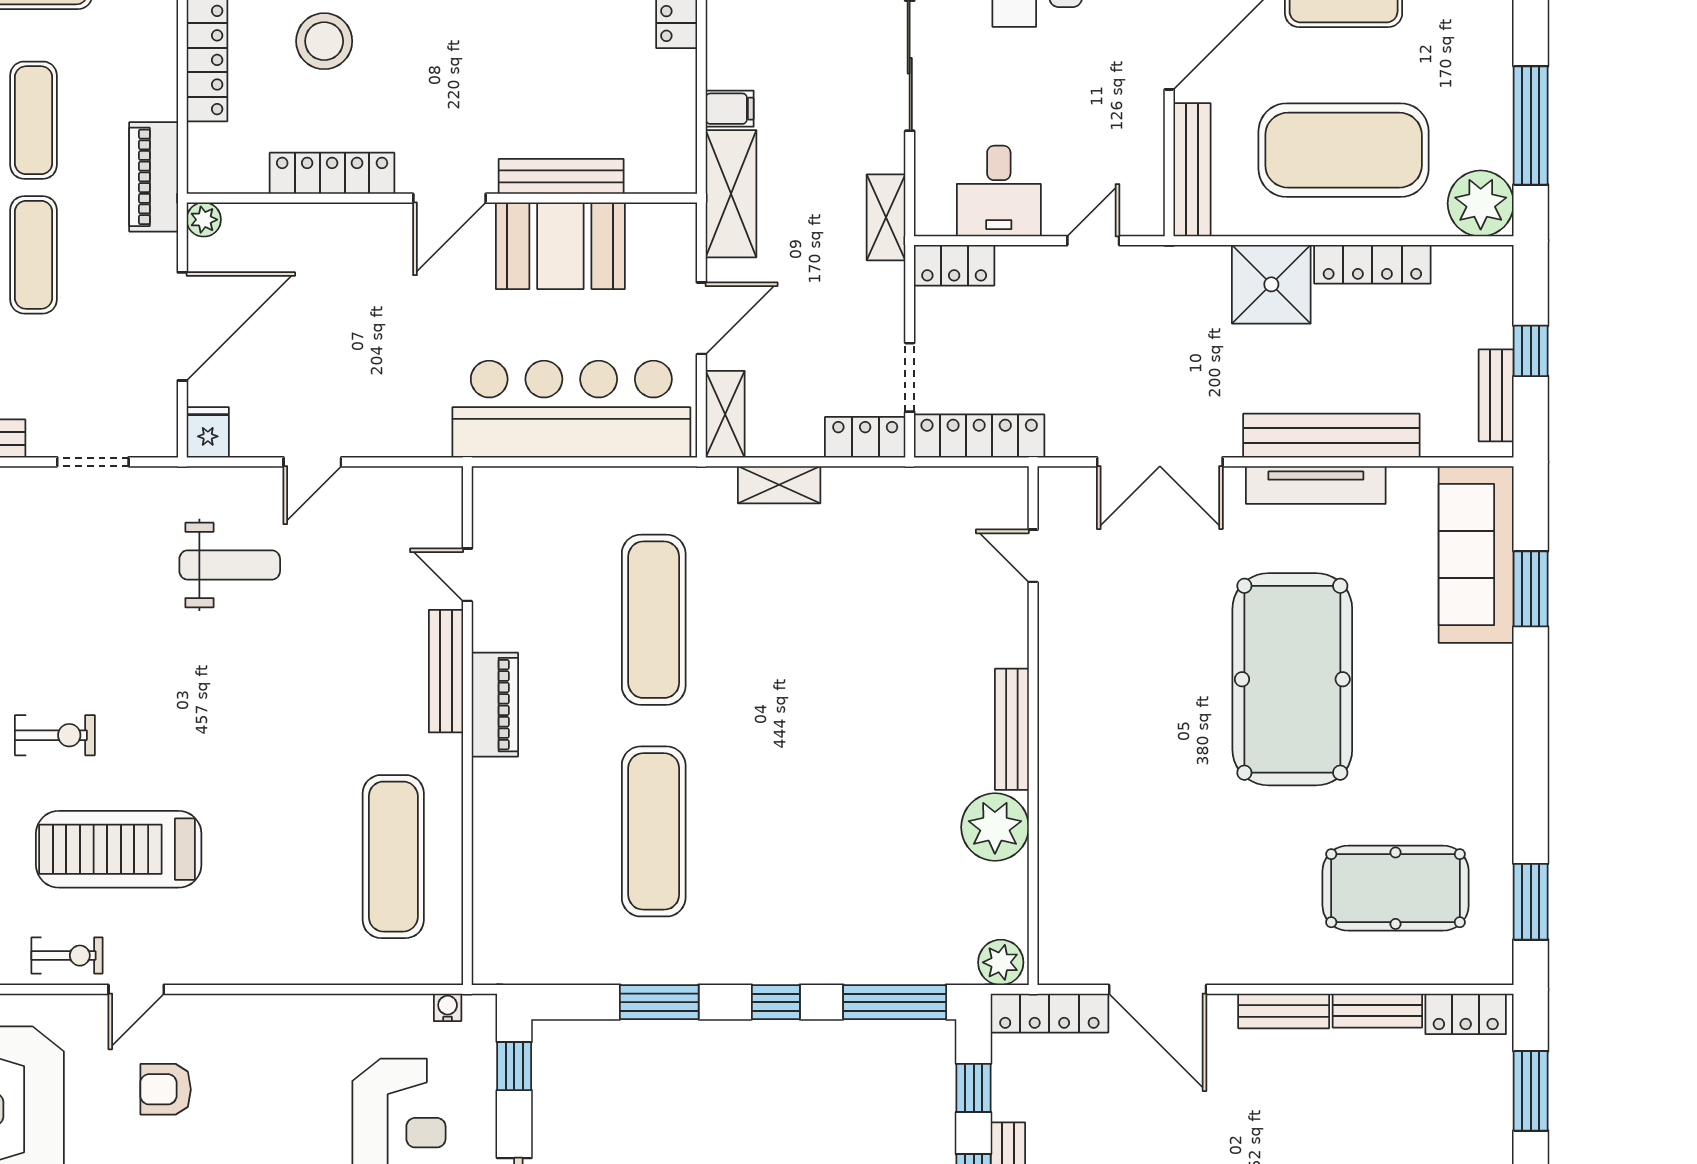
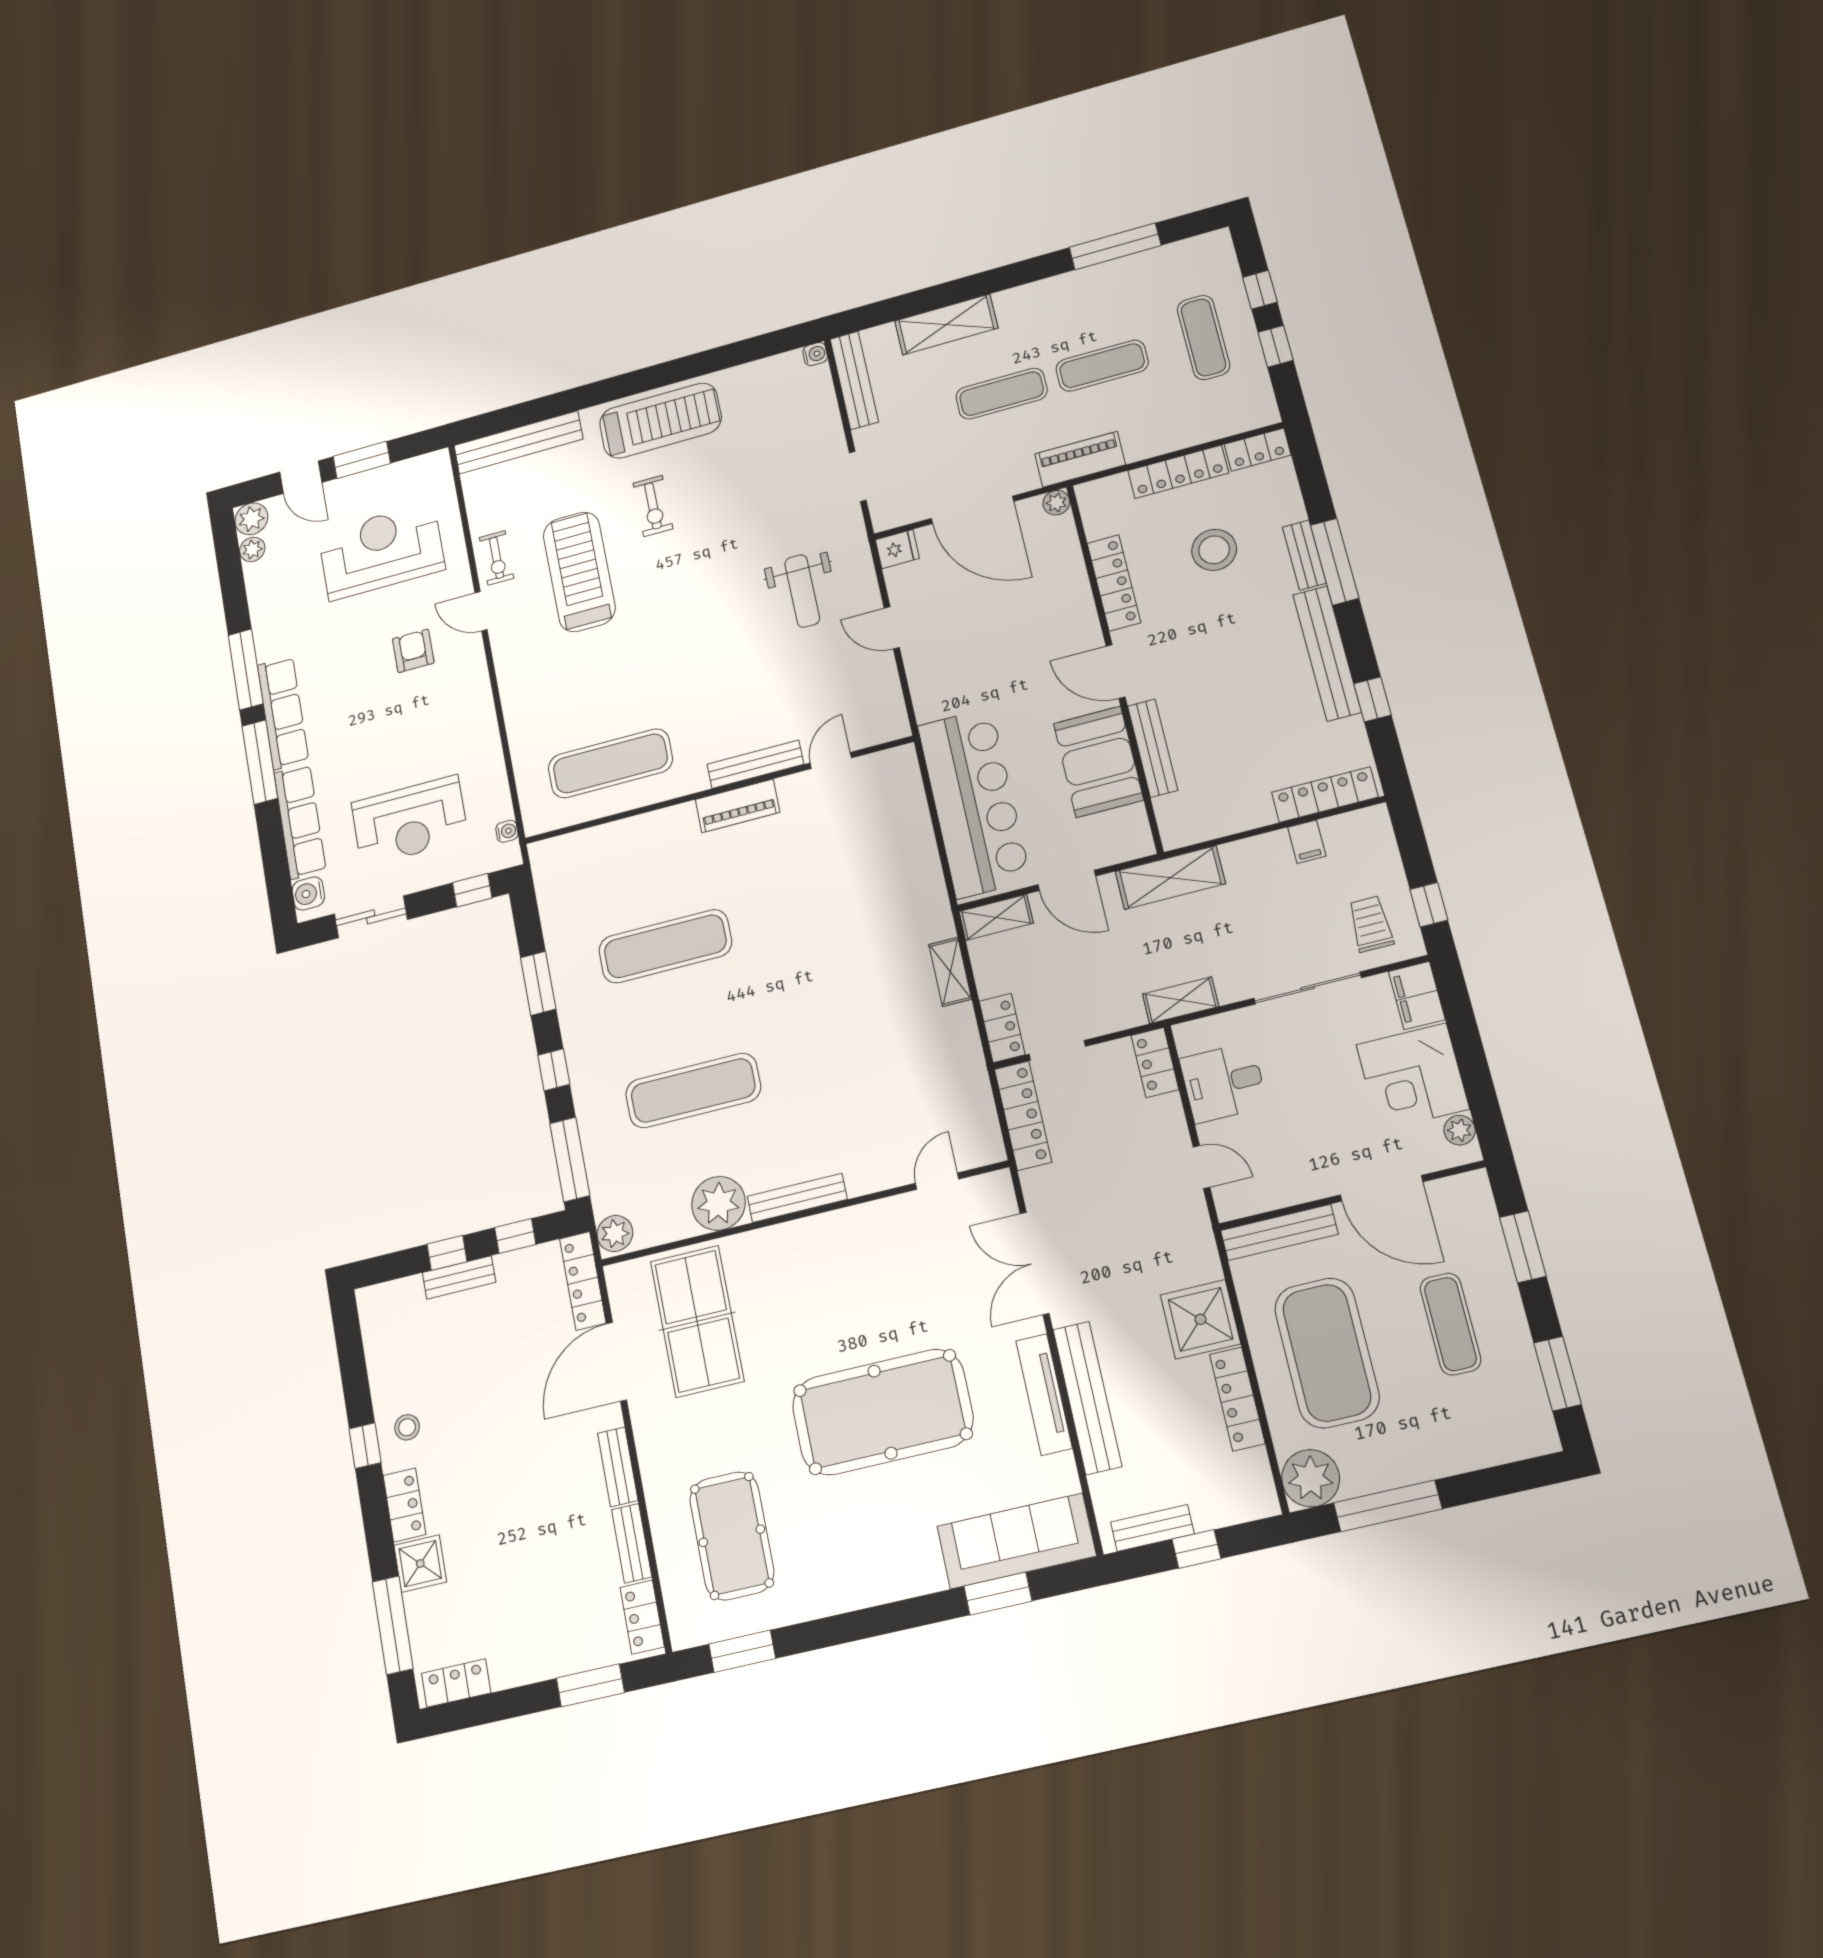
filing cabinet: (730, 109) -> (1307, 842), moved
exercise mat: (654, 620) -> (693, 1091), moved
table tennis table: (1132, 881) -> (697, 1321), added

